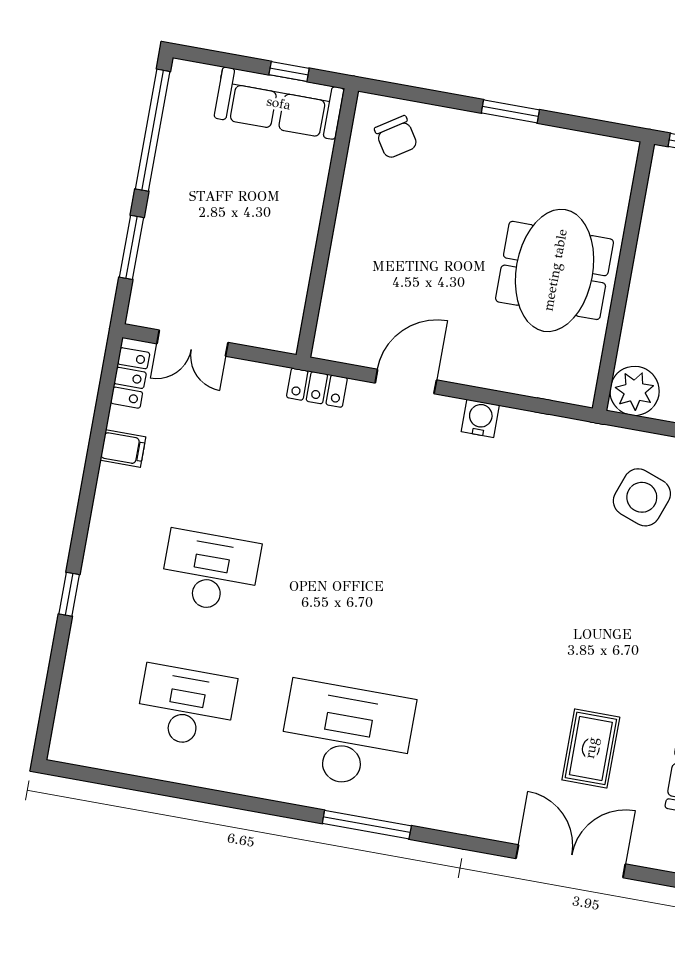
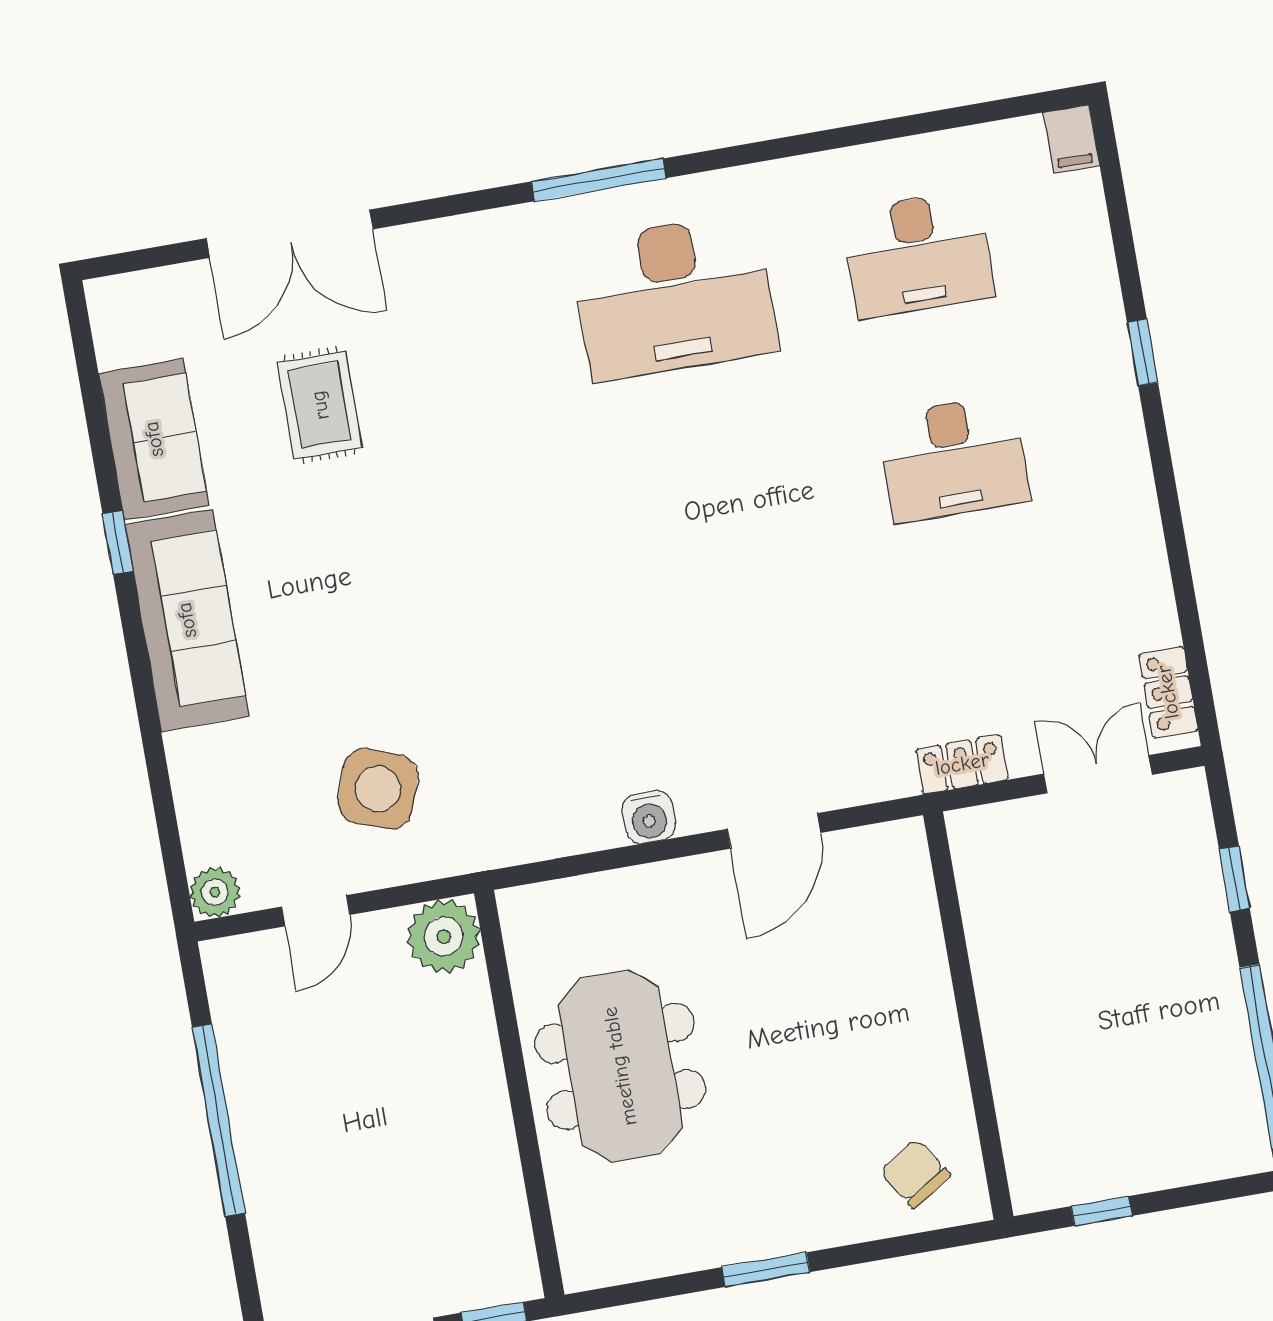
sofa: (279, 103) -> (1100, 1161), removed
window: (131, 247) -> (1234, 879), width x0.67
locker: (317, 388) -> (962, 764), moved
filing cabinet: (123, 449) -> (1071, 139), moved, turned -90

